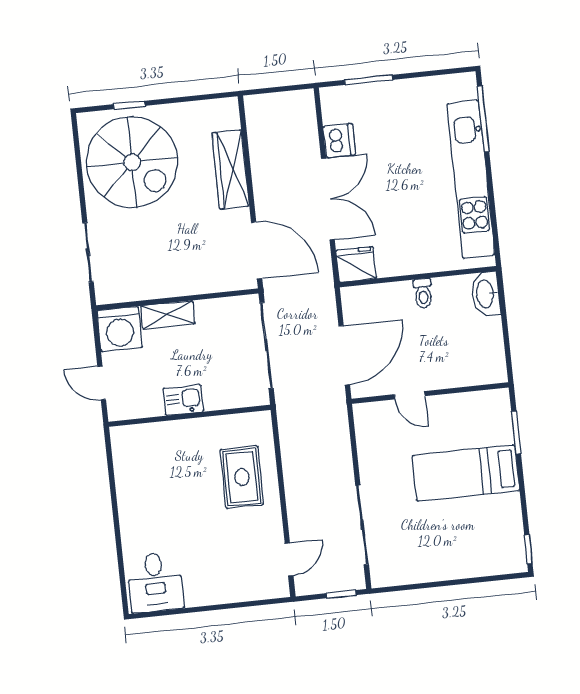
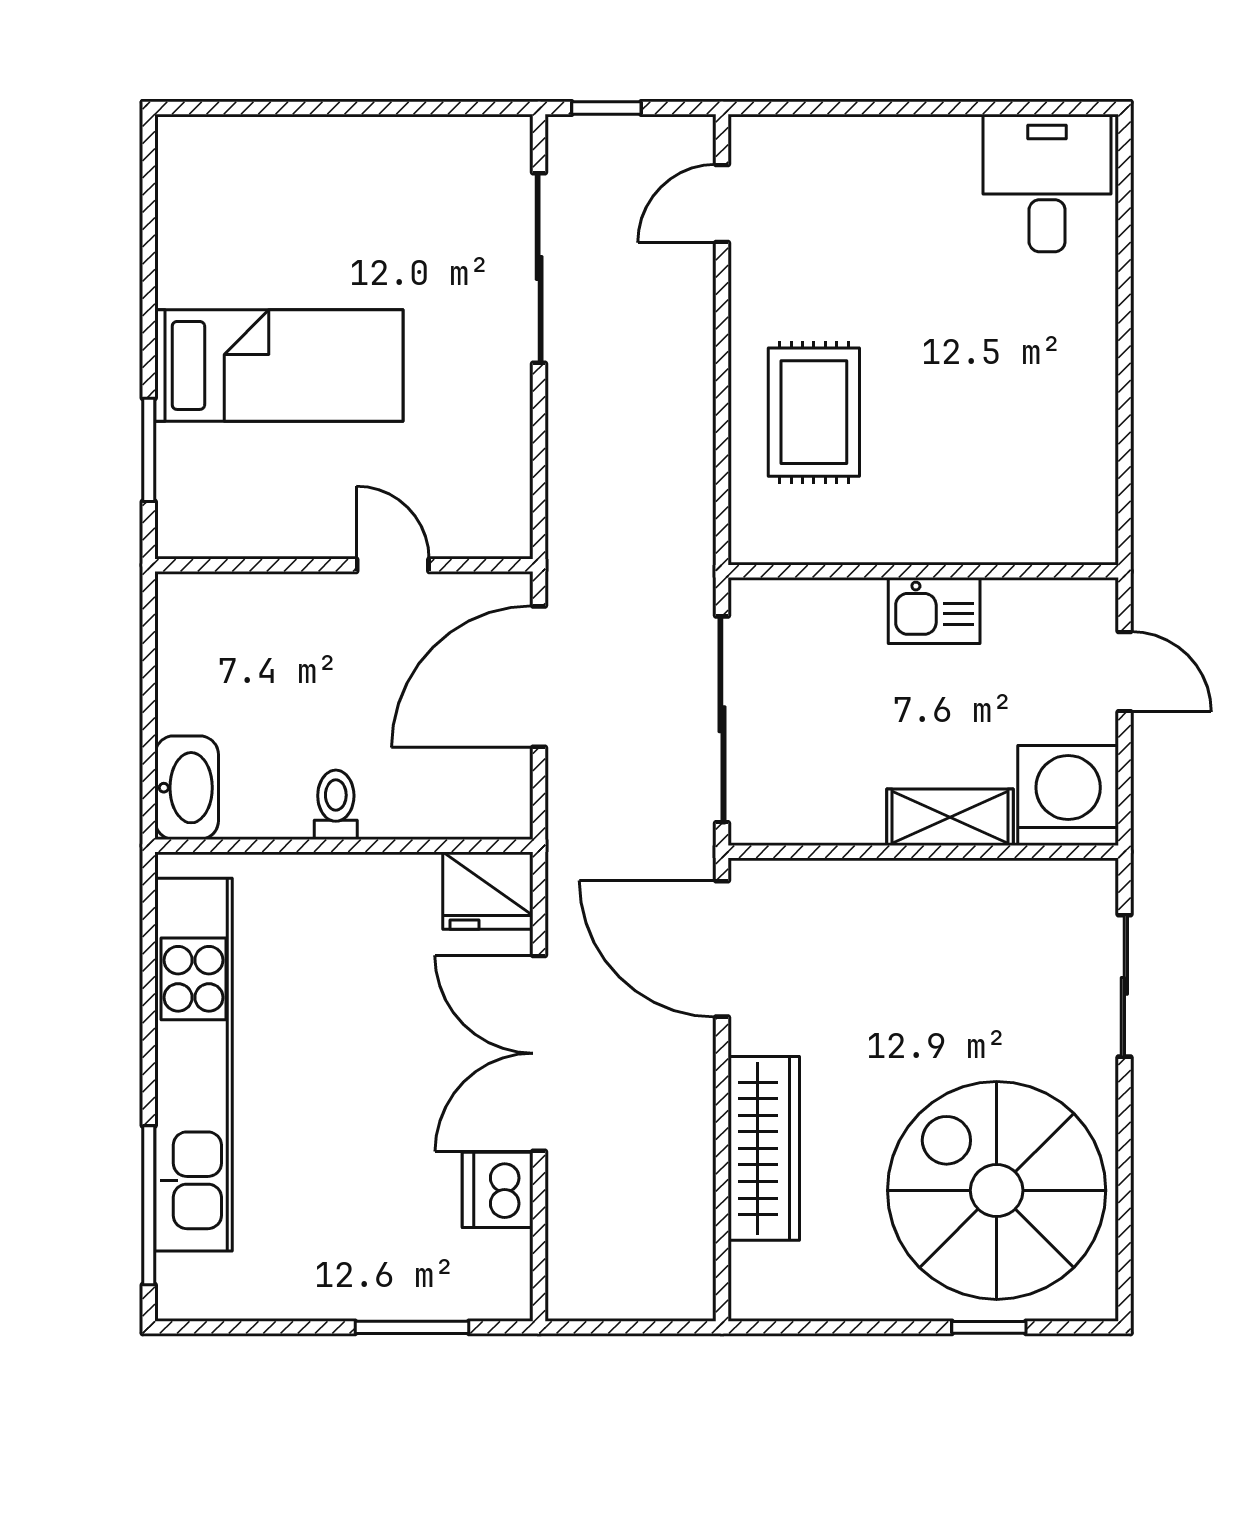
window: (528, 549) -> (149, 168), removed

